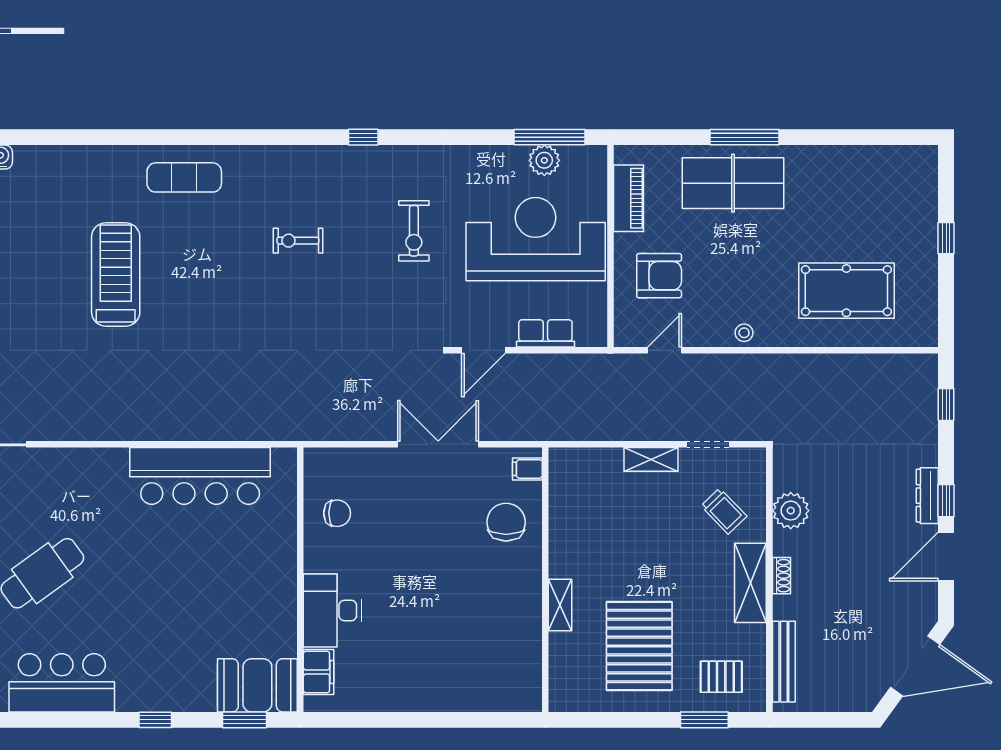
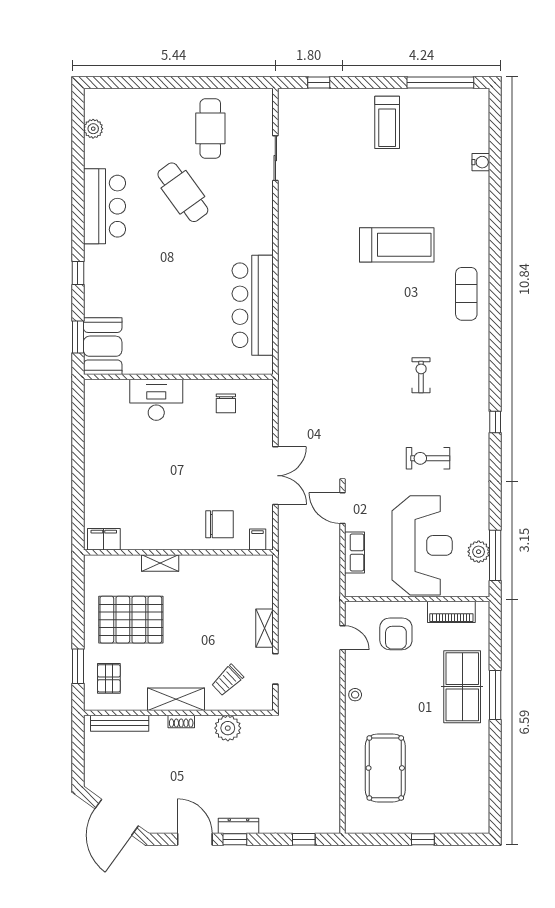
filing cabinet: (319, 672) -> (104, 539), moved, turned 180

